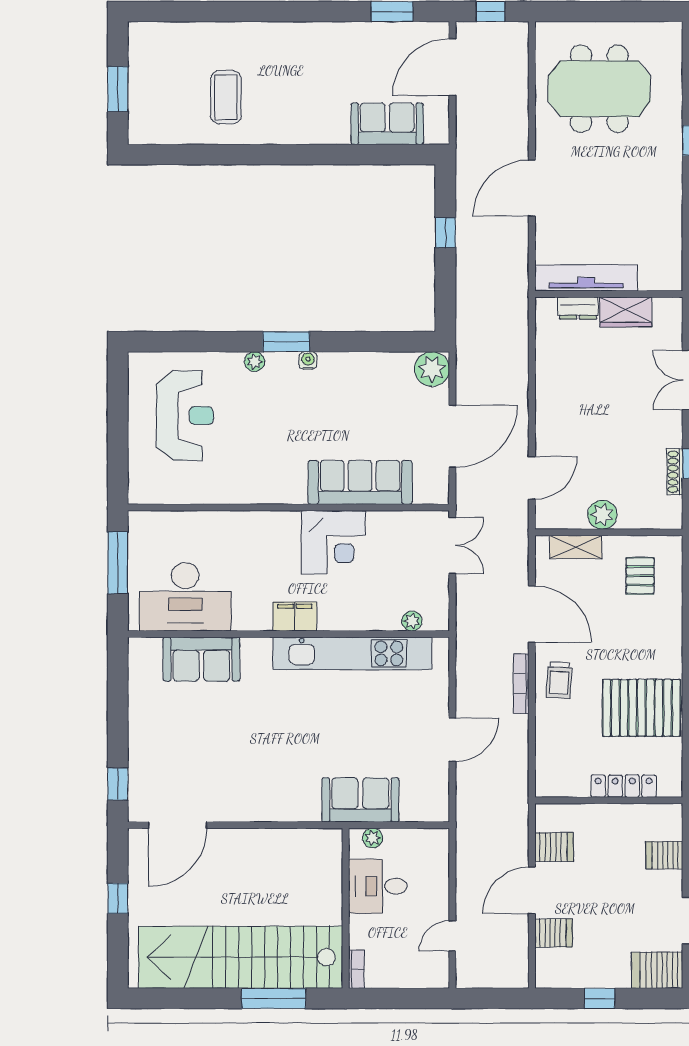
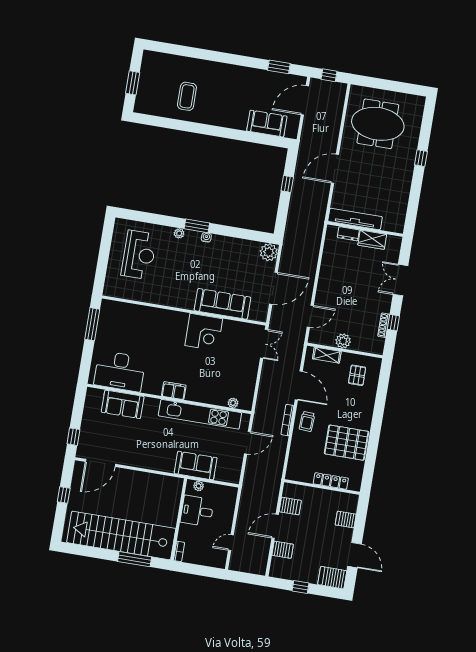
desk: (185, 597) -> (120, 371), moved
filing cabinet: (295, 616) -> (174, 391), moved
plant: (412, 621) -> (233, 403), moved
wall: (289, 634) -> (169, 399), moved
kitchen unit: (352, 653) -> (200, 414), moved
sofa: (201, 659) -> (123, 404), moved

